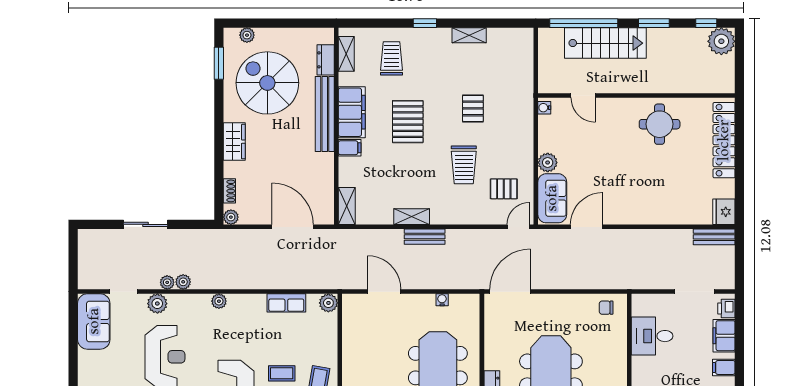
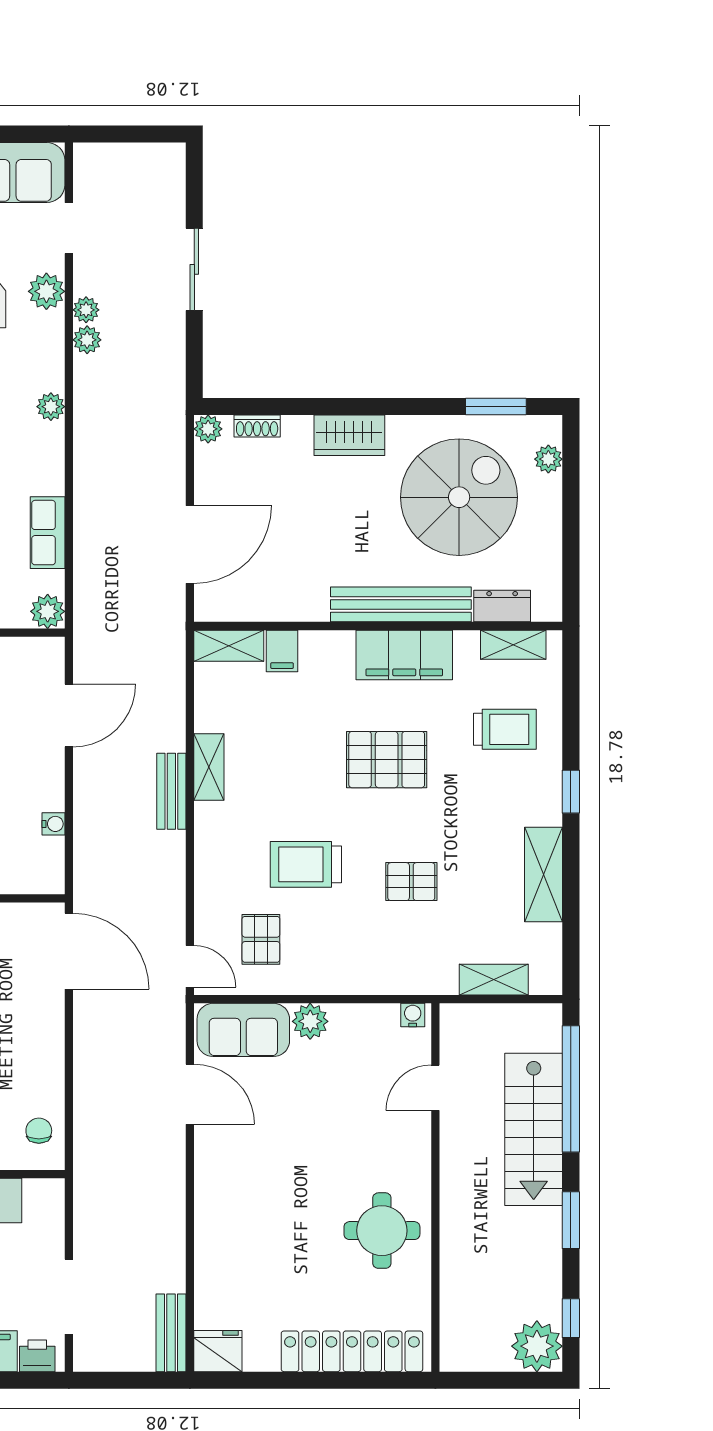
shelving: (469, 35) -> (544, 874), width x1.50, depth x1.33
shelving: (525, 64) -> (494, 980), added
filing cabinet: (350, 148) -> (282, 651), moved

